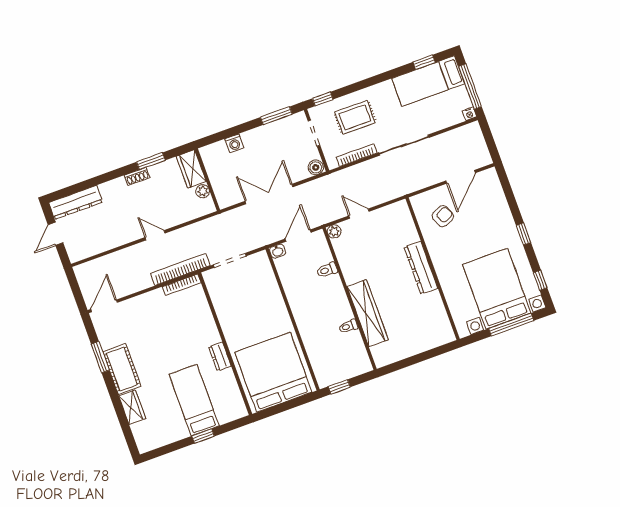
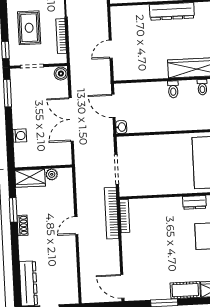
plant: (334, 231) -> (119, 75), removed
toilet: (327, 270) -> (173, 89), moved
cot: (122, 369) -> (185, 290), width x0.73, depth x0.75

